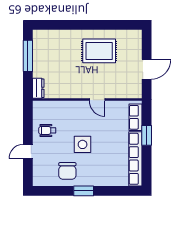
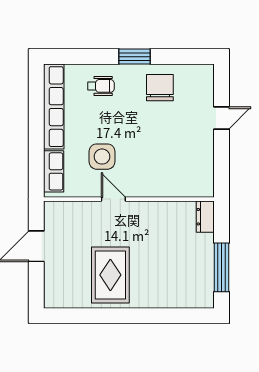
rug: (99, 51) -> (110, 275), turned 90
wheelchair: (47, 130) -> (101, 86), moved
window: (147, 135) -> (36, 143), removed
side table: (83, 144) -> (102, 157), moved

